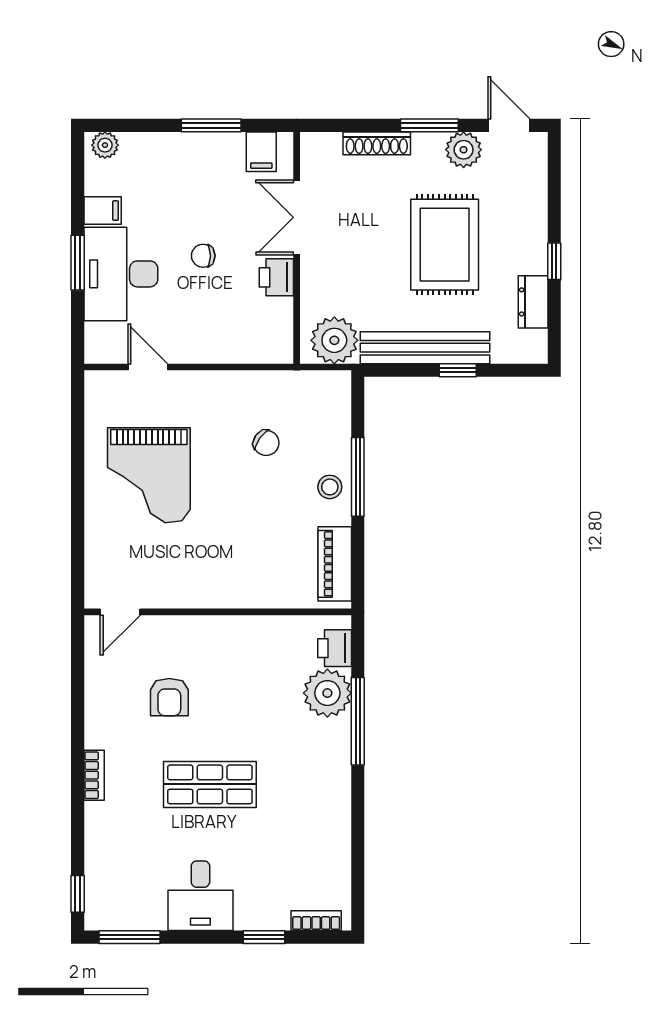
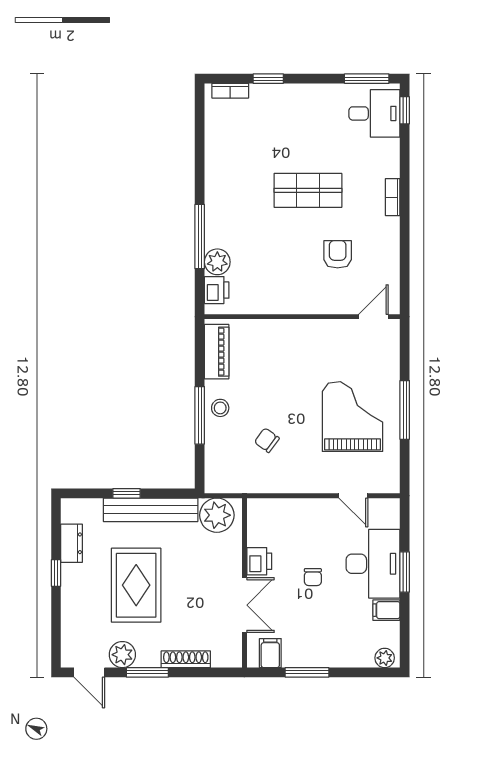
chair: (203, 256) -> (313, 577), turned 90
window: (78, 484) -> (405, 410), added
plant: (327, 693) -> (217, 262), width x0.73, depth x0.73
desk: (200, 896) -> (374, 113), moved, turned 90

